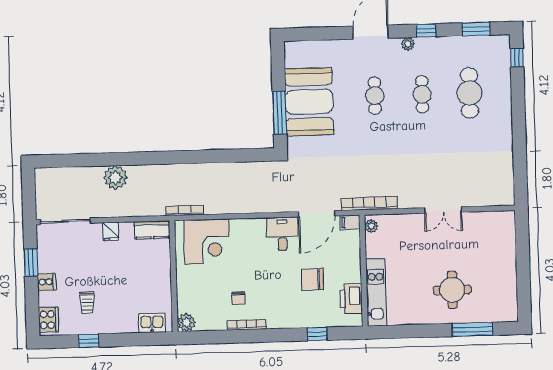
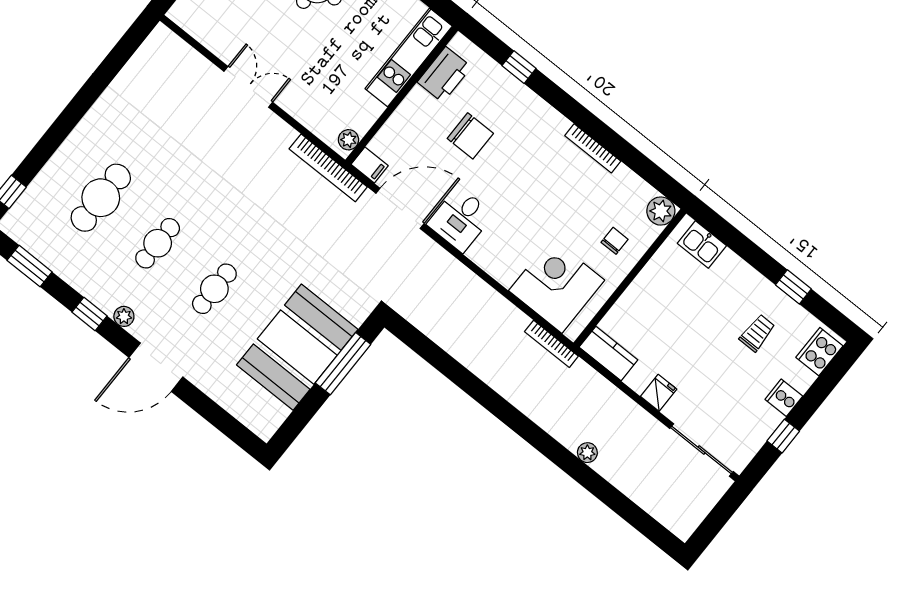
plant: (115, 178) -> (587, 453), width x0.53, depth x0.53
window: (31, 263) -> (783, 436), width x0.67
chair: (238, 298) -> (615, 241), moved

